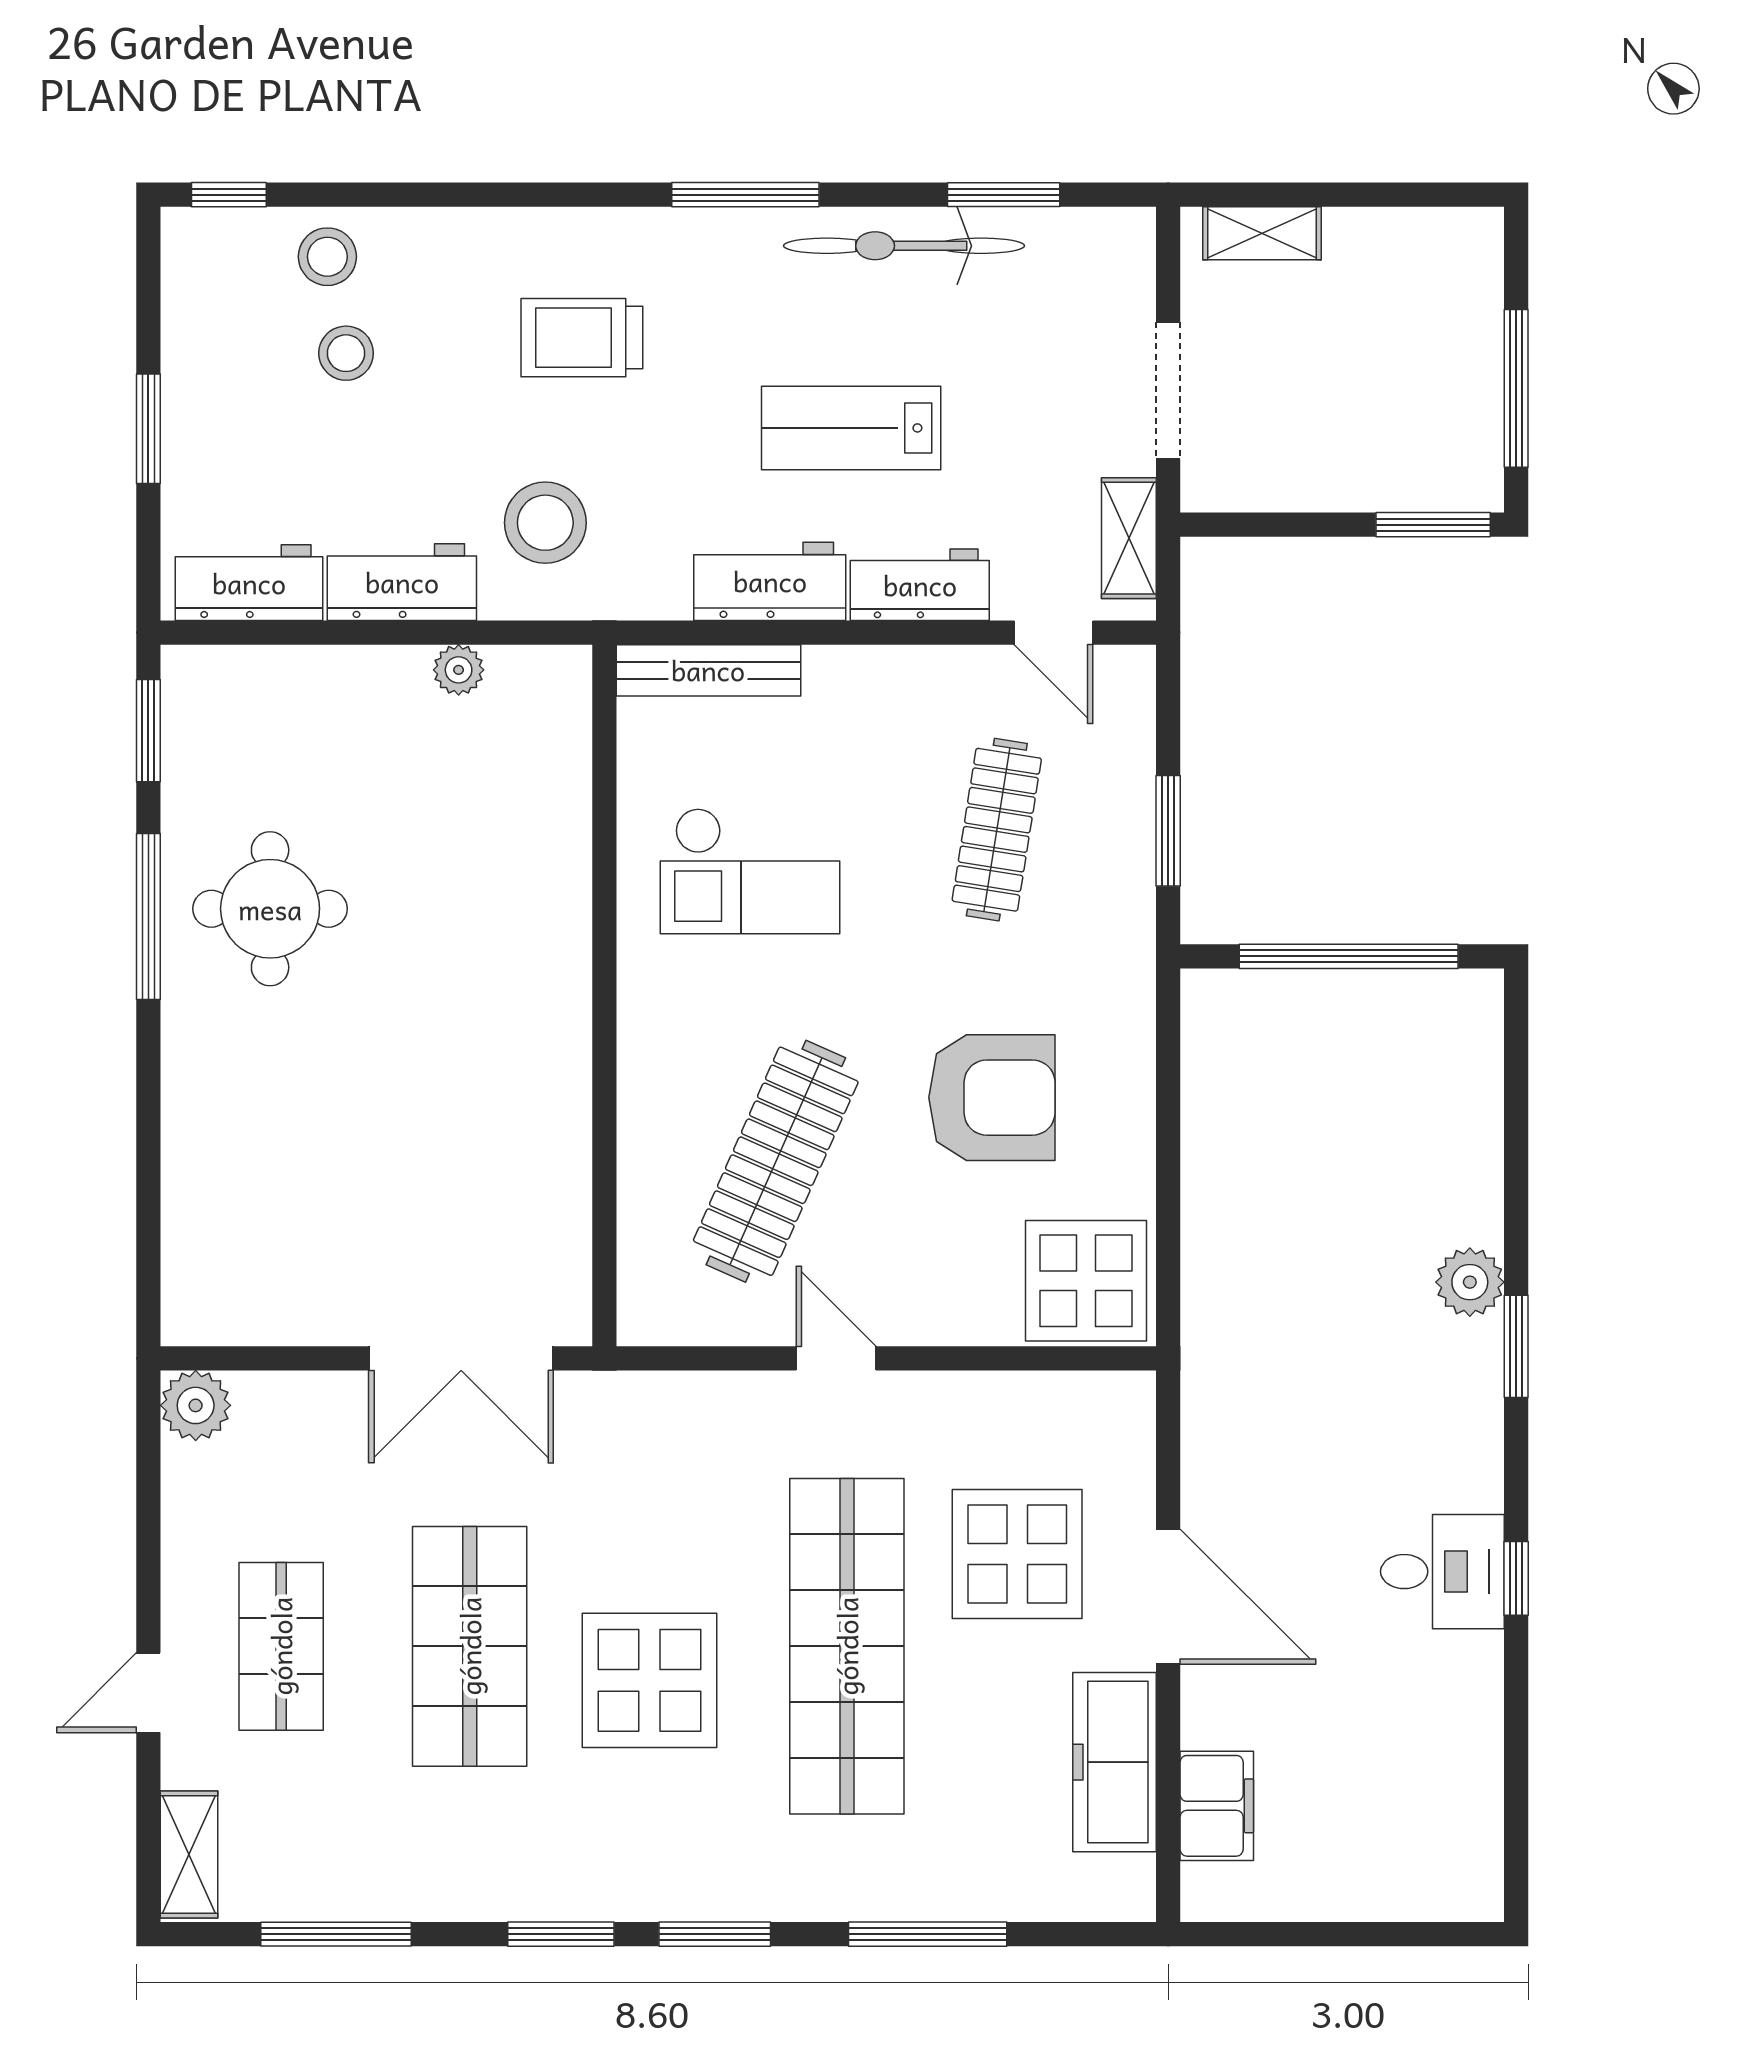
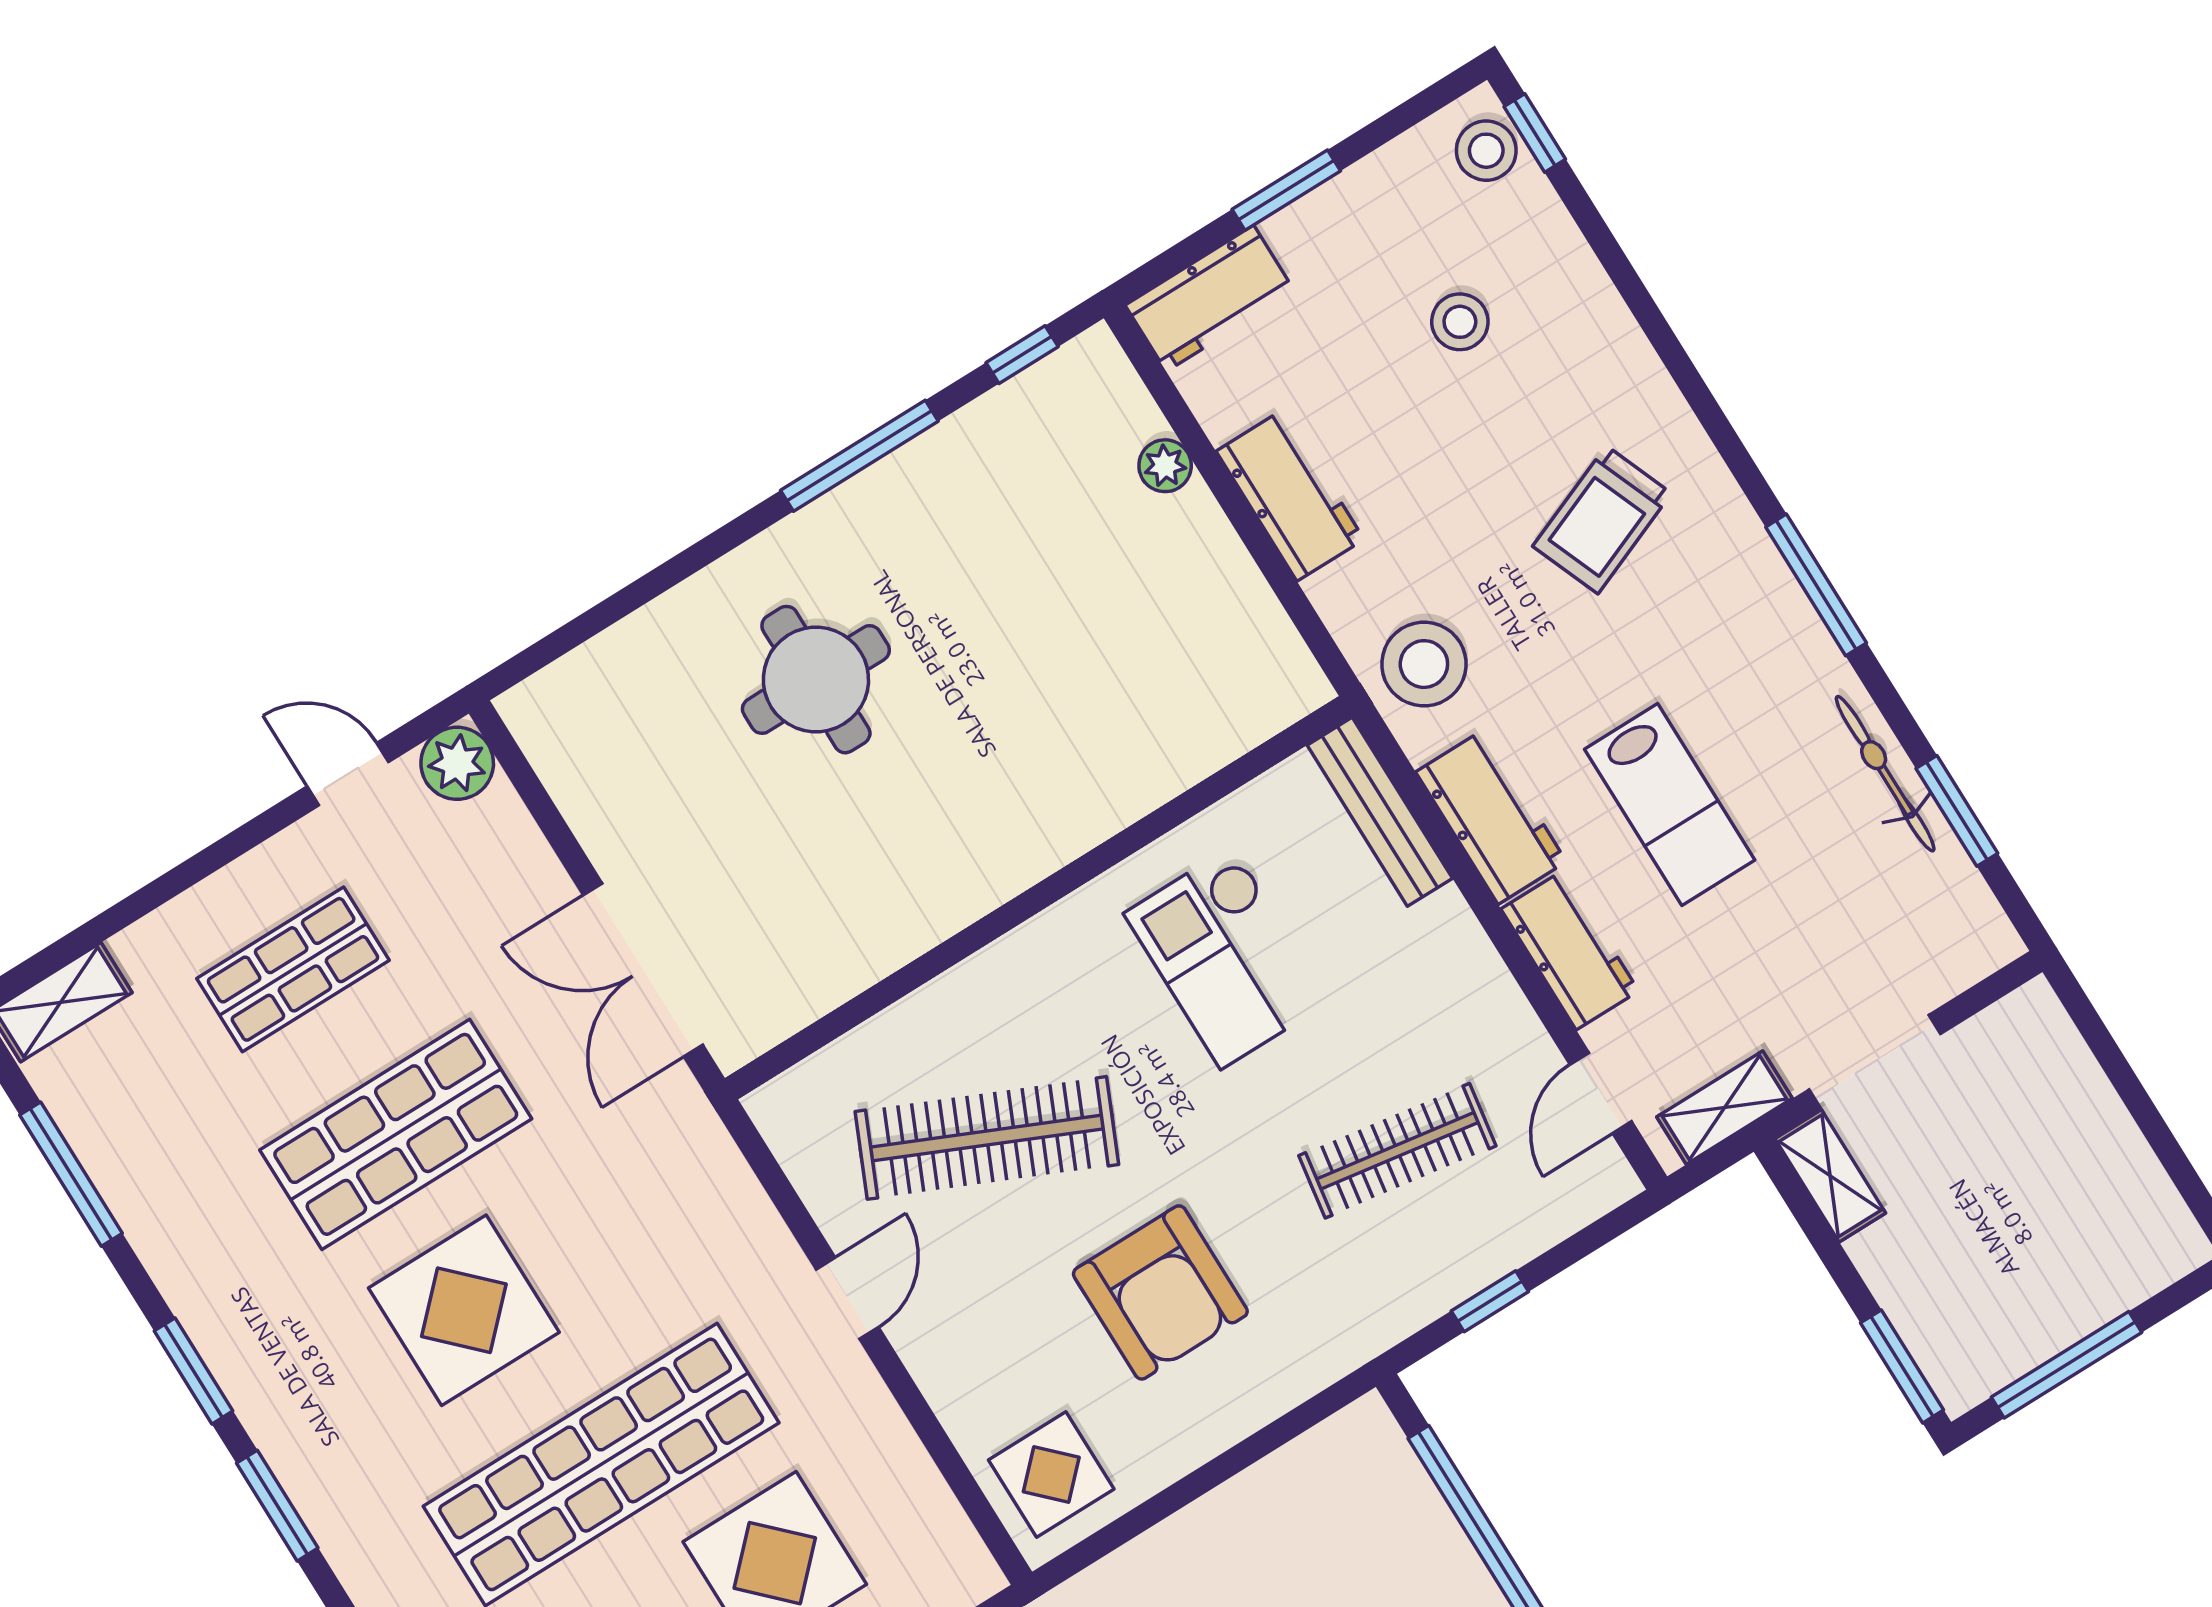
shelving: (1262, 233) -> (1830, 1176), moved
bicycle: (904, 246) -> (1885, 774), width x0.73, depth x0.71
stool: (327, 257) -> (1486, 151), moved
trolley: (582, 338) -> (1602, 520), turned -112
lab bench: (851, 428) -> (1670, 805), turned 180
stool: (545, 523) -> (1424, 664), moved
workbench: (249, 583) -> (1210, 298), moved, turned 90
plant: (459, 670) -> (1165, 466), moved
window: (148, 731) -> (1022, 355), width x0.67
window: (1168, 831) -> (1490, 1301), width x0.67
round table: (270, 909) -> (816, 680), moved
display table: (1086, 1281) -> (1051, 1474), width x0.73, depth x0.73
door: (148, 1693) -> (348, 774), moved

